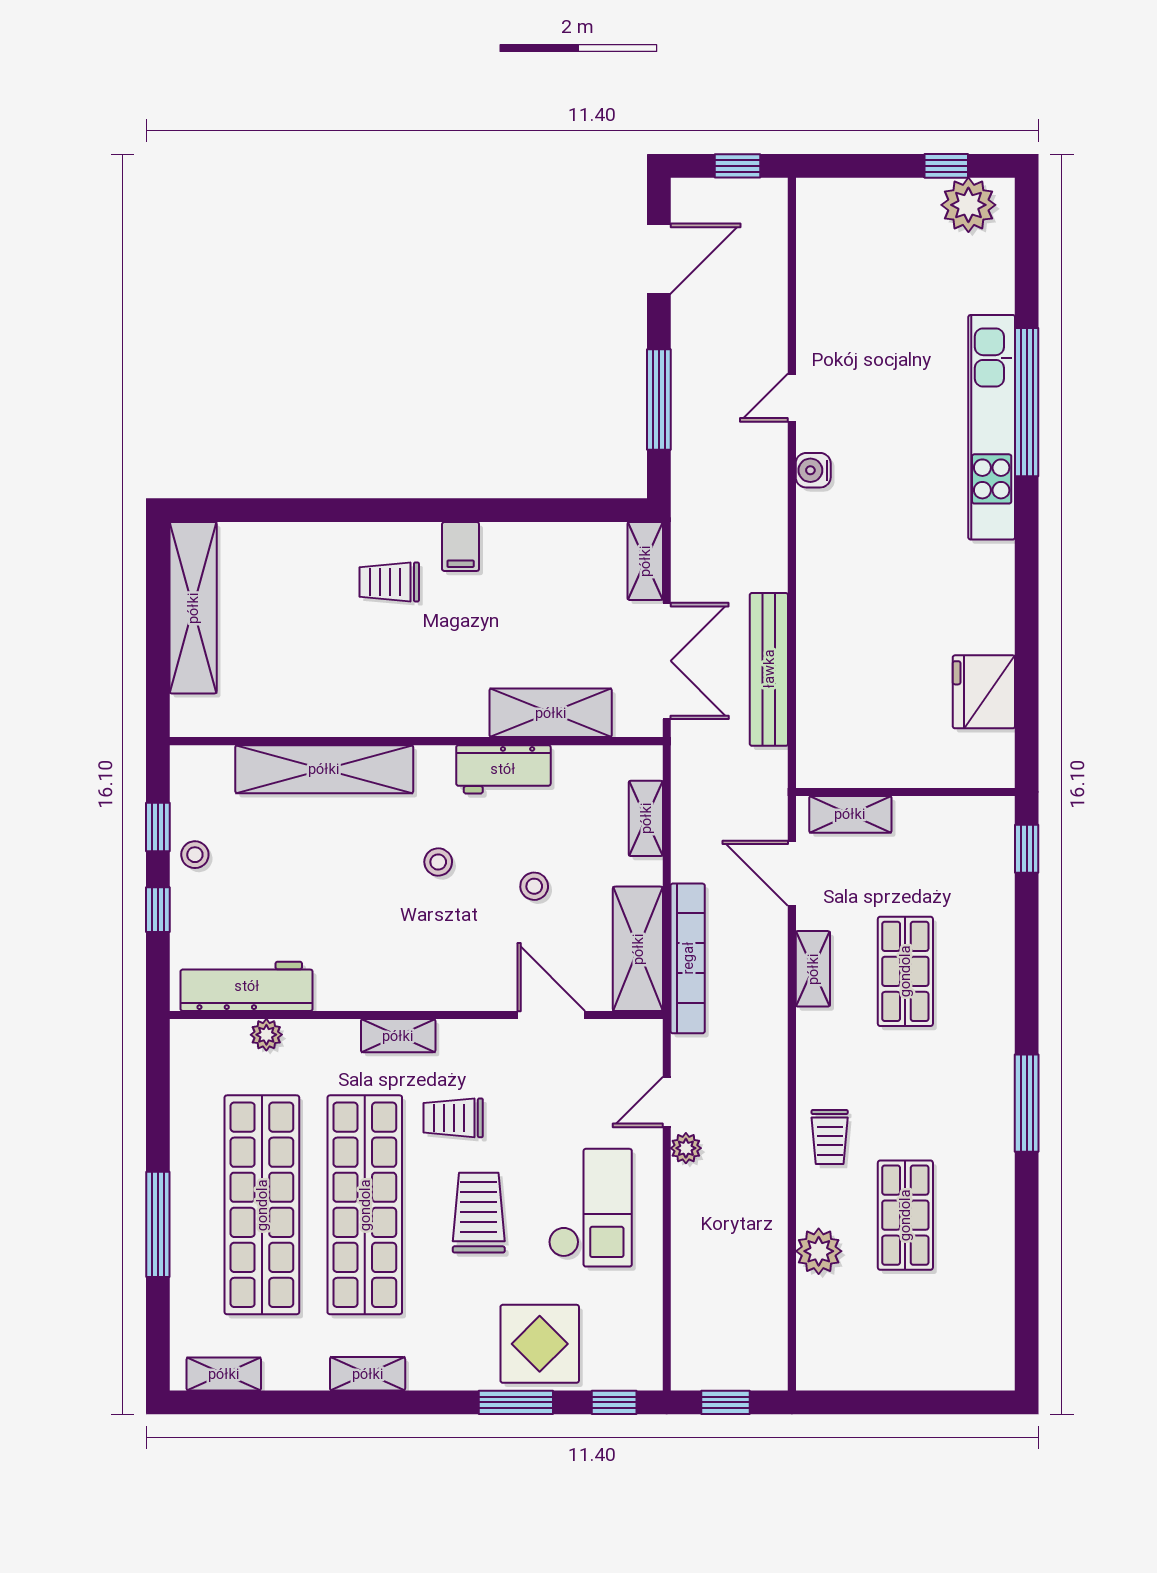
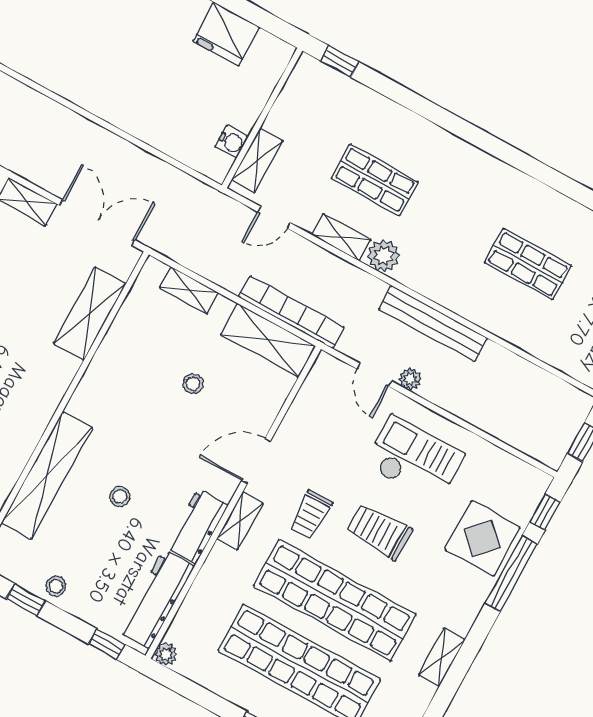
water cooler: (813, 470) -> (232, 142), moved, turned -90
bench: (769, 669) -> (433, 324), moved
workbench: (503, 769) -> (197, 526), moved, turned 180
stool: (438, 862) -> (120, 496), moved
door: (792, 873) -> (274, 217), width x0.73
window: (158, 910) -> (107, 644), moved
door: (551, 1015) -> (256, 461), moved
plant: (266, 1035) -> (166, 654), moved
window: (1027, 1103) -> (500, 149), removed
trolley: (830, 1137) -> (453, 285), removed
plant: (819, 1251) -> (383, 256), moved
window: (516, 1402) -> (511, 574), width x1.44

